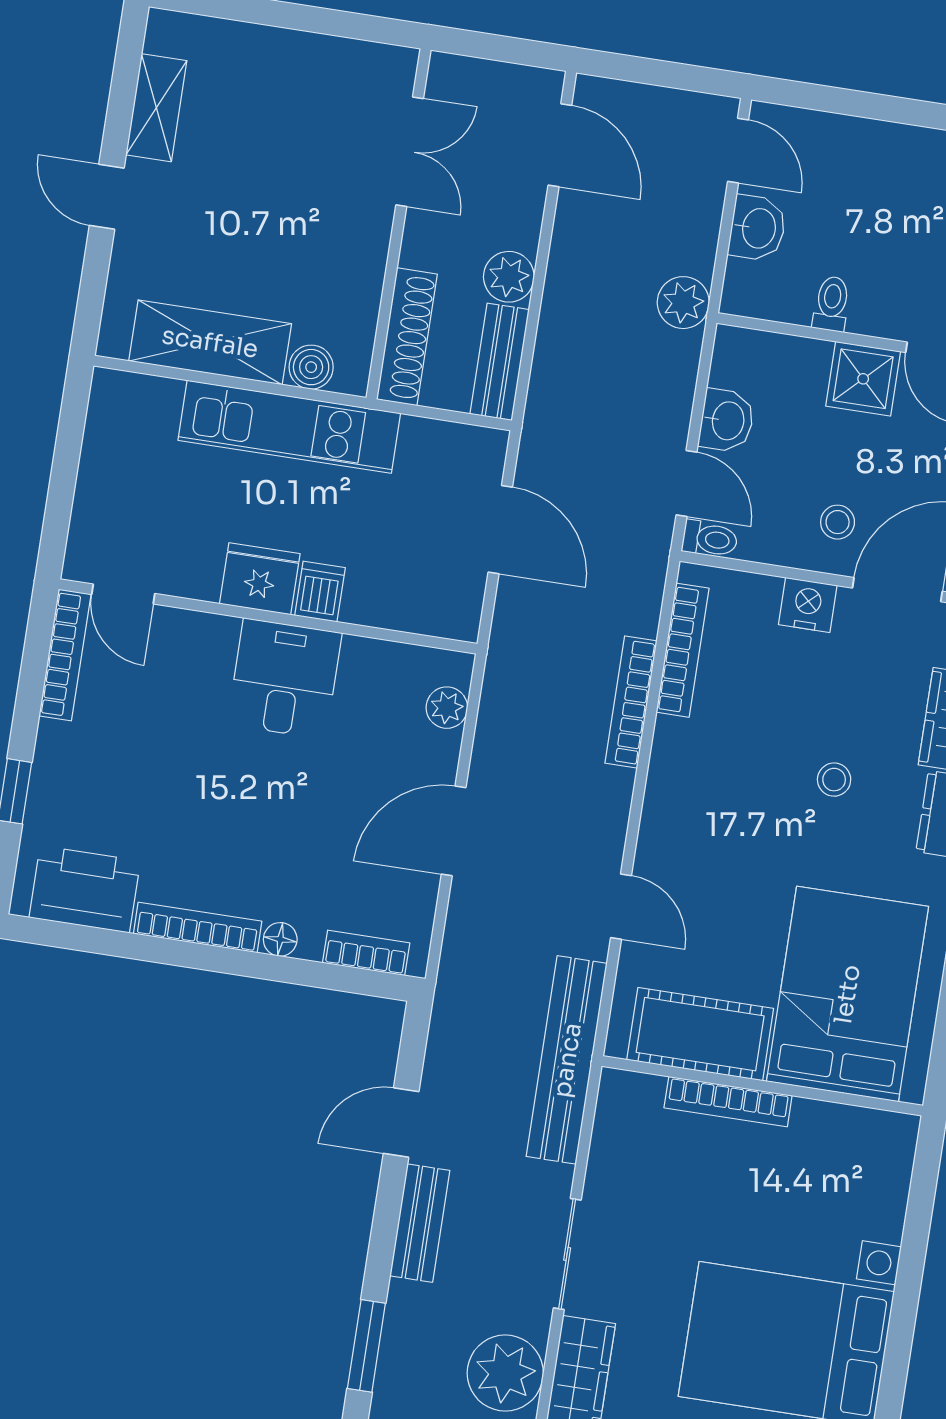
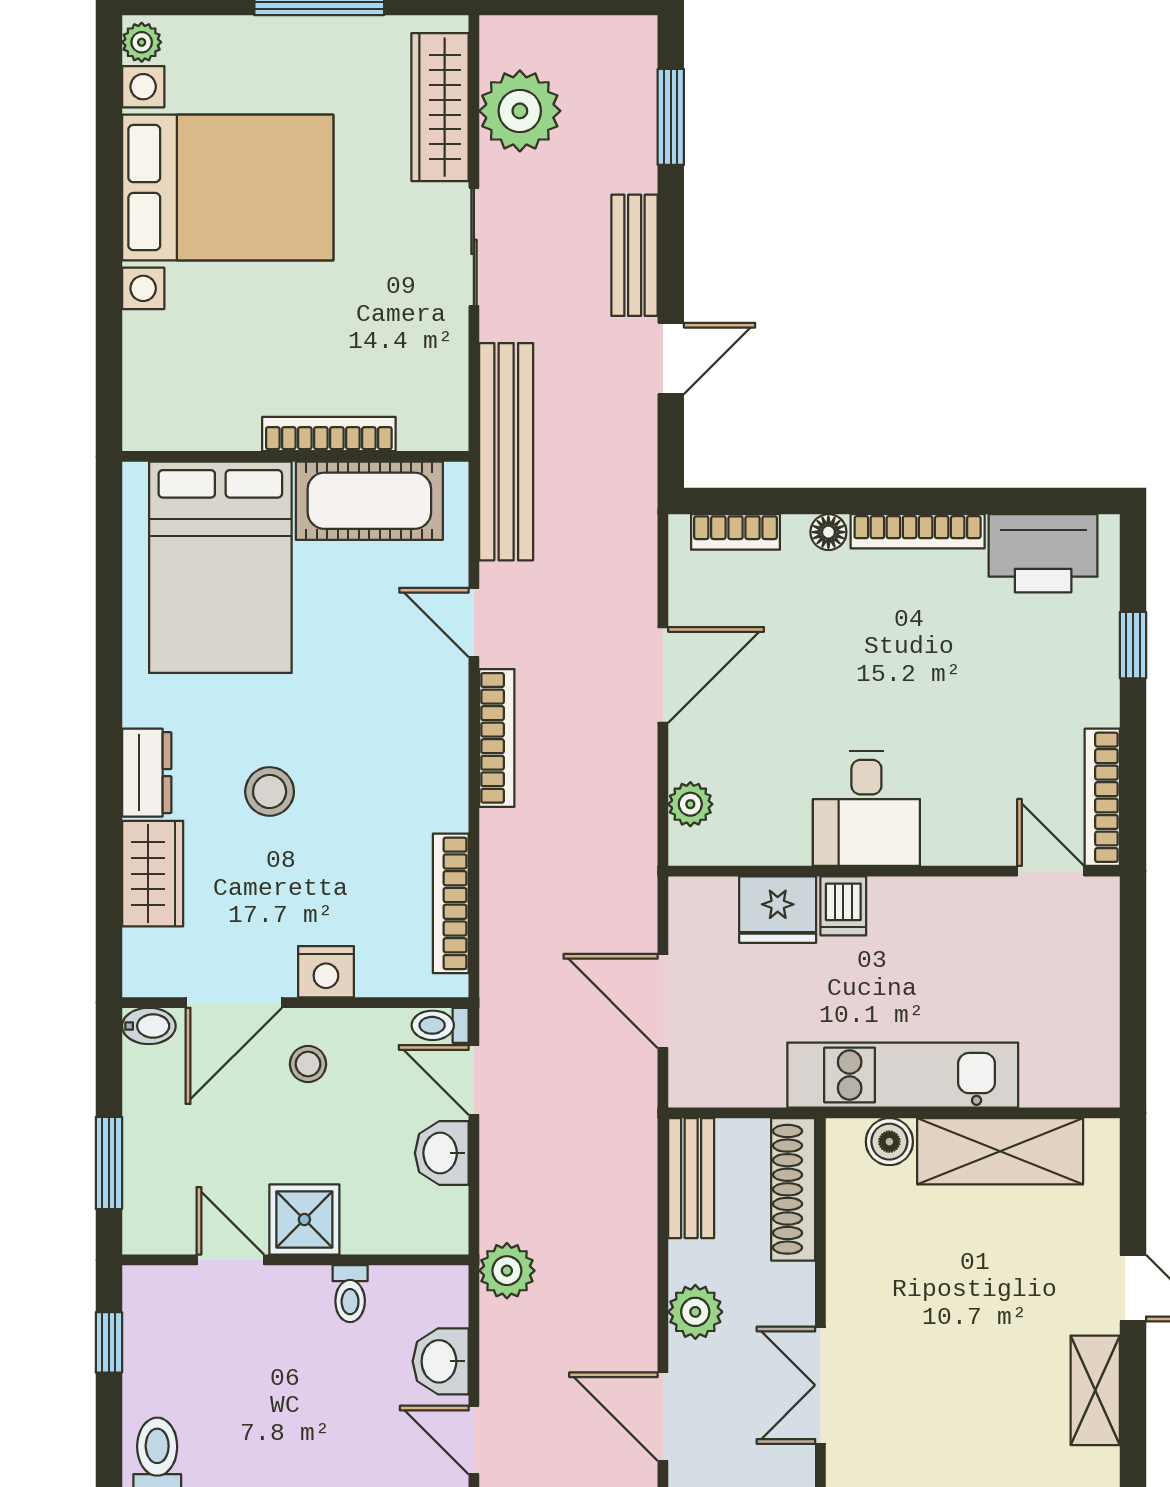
plant: (509, 277) -> (695, 1312), moved
fridge: (260, 579) -> (778, 910), moved
bookcase: (631, 702) -> (497, 738), moved
stool: (834, 780) -> (270, 791), width x1.37, depth x1.37

